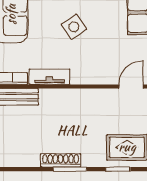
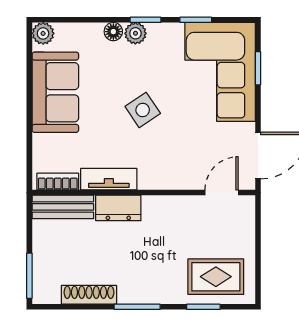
dresser: (56, 98) -> (118, 208), added
shoe rack: (61, 160) -> (89, 295), moved

